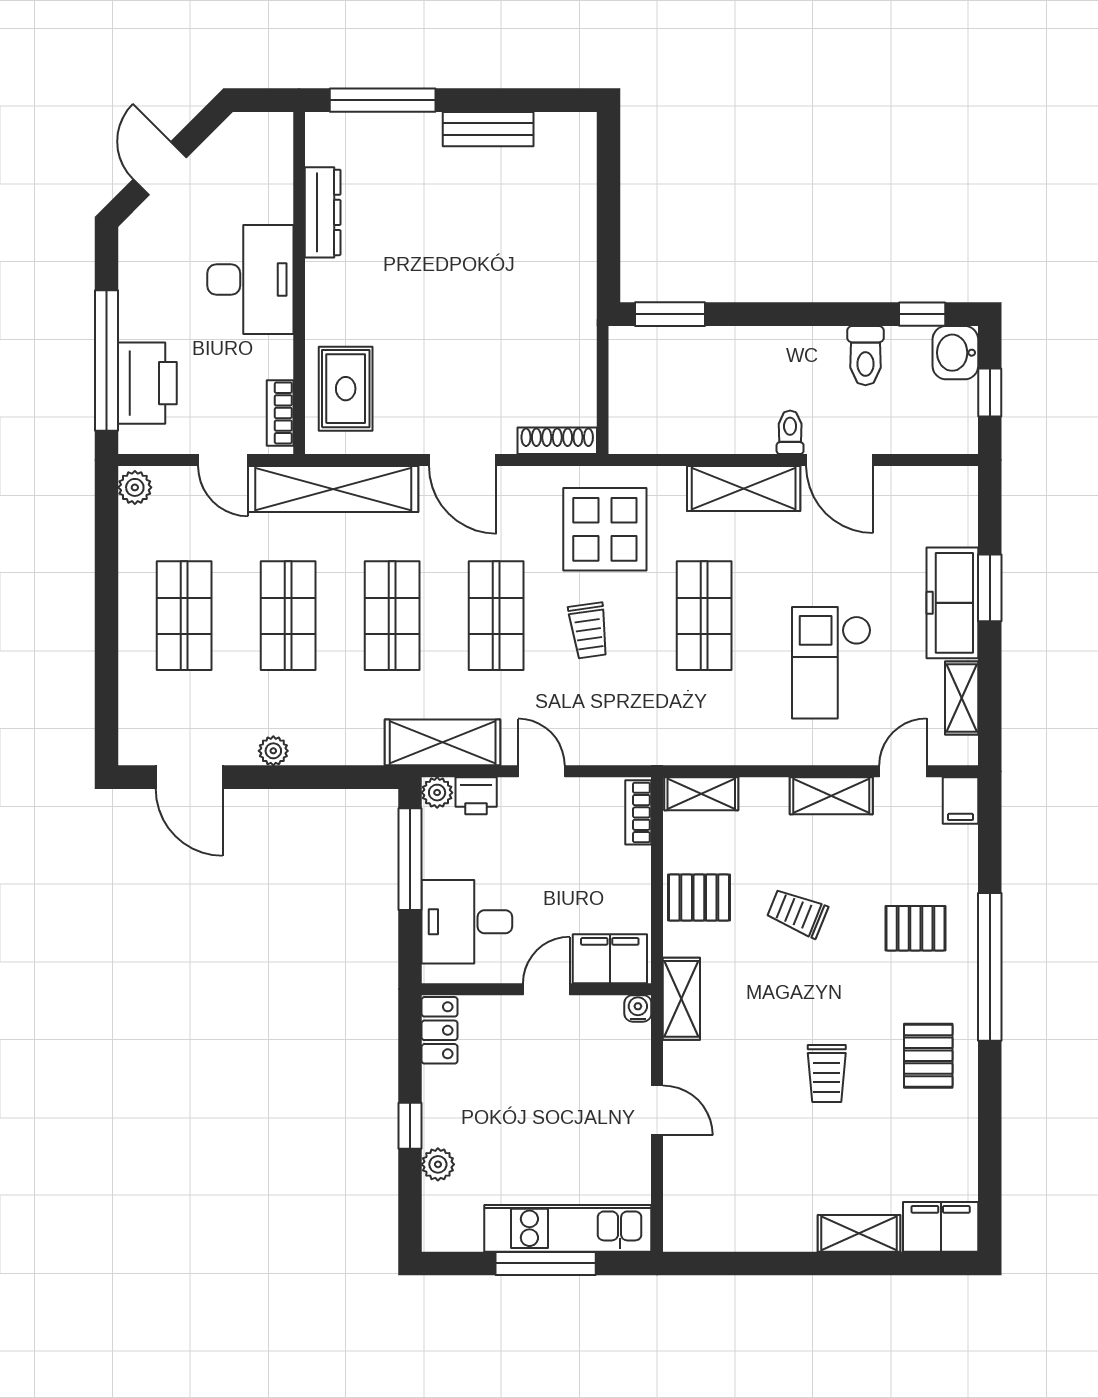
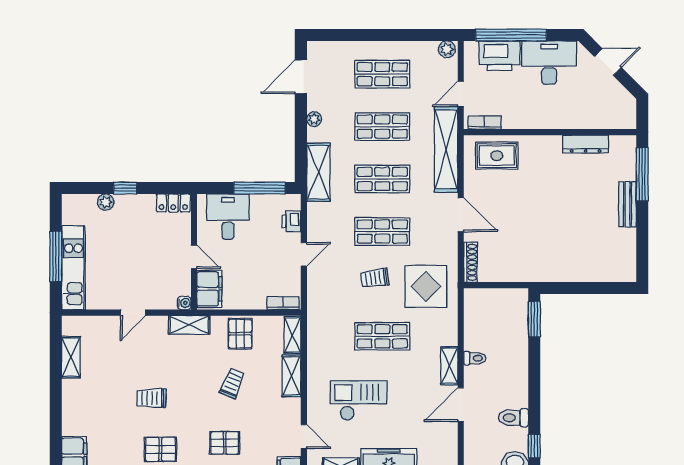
bench: (488, 129) -> (628, 204), moved
desk: (250, 279) -> (549, 63), moved, turned 180
toilet: (790, 432) -> (475, 358), moved
door: (463, 460) -> (461, 215), swing flipped
shelving: (744, 488) -> (449, 366), width x0.67, depth x0.75
shelving: (443, 742) -> (318, 172), moved
plant: (437, 793) -> (293, 202), removed
shelving: (831, 796) -> (291, 376), moved
pallet: (915, 928) -> (225, 443), turned 90
shelving: (859, 1233) -> (71, 357), moved

